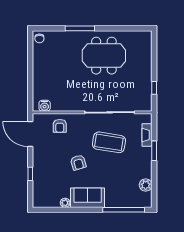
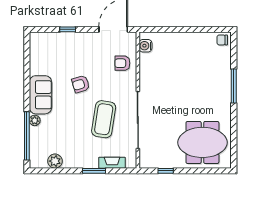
meeting table: (104, 56) -> (202, 142), moved, turned 90
plant: (65, 203) -> (35, 120), moved

